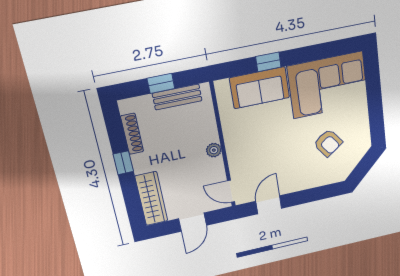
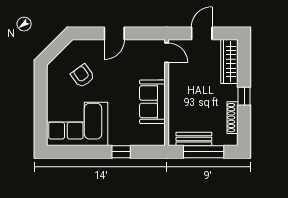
window: (161, 83) -> (204, 152), width x2.17
sofa: (260, 88) -> (152, 102), moved, turned -90
plant: (214, 150) -> (174, 91), removed
door: (269, 205) -> (114, 33), moved

